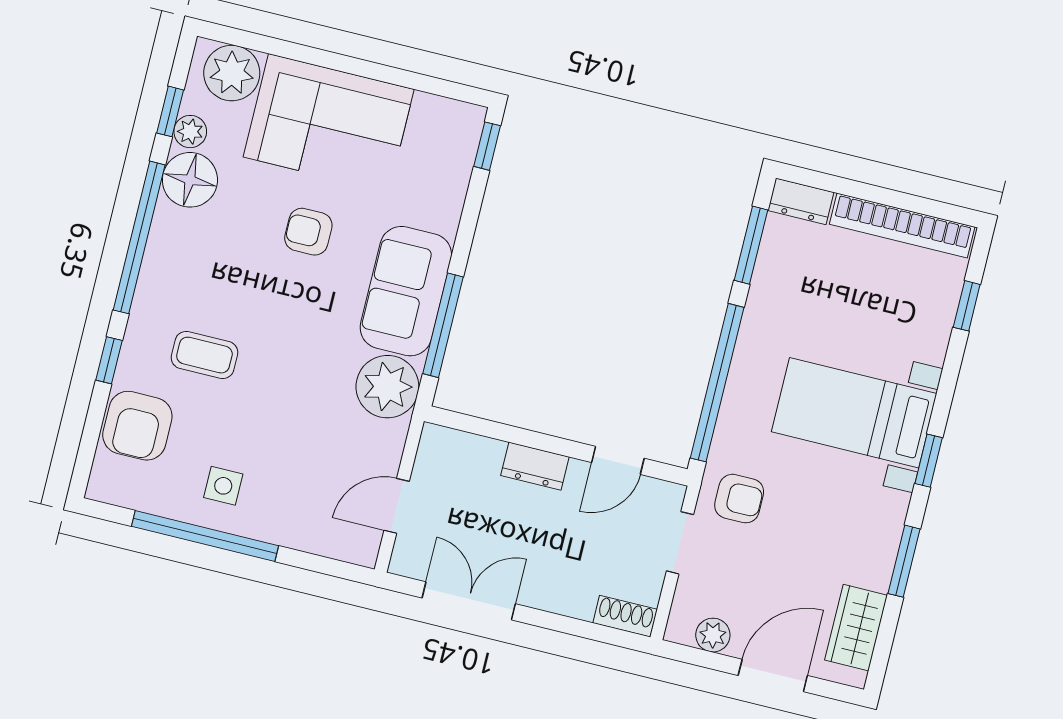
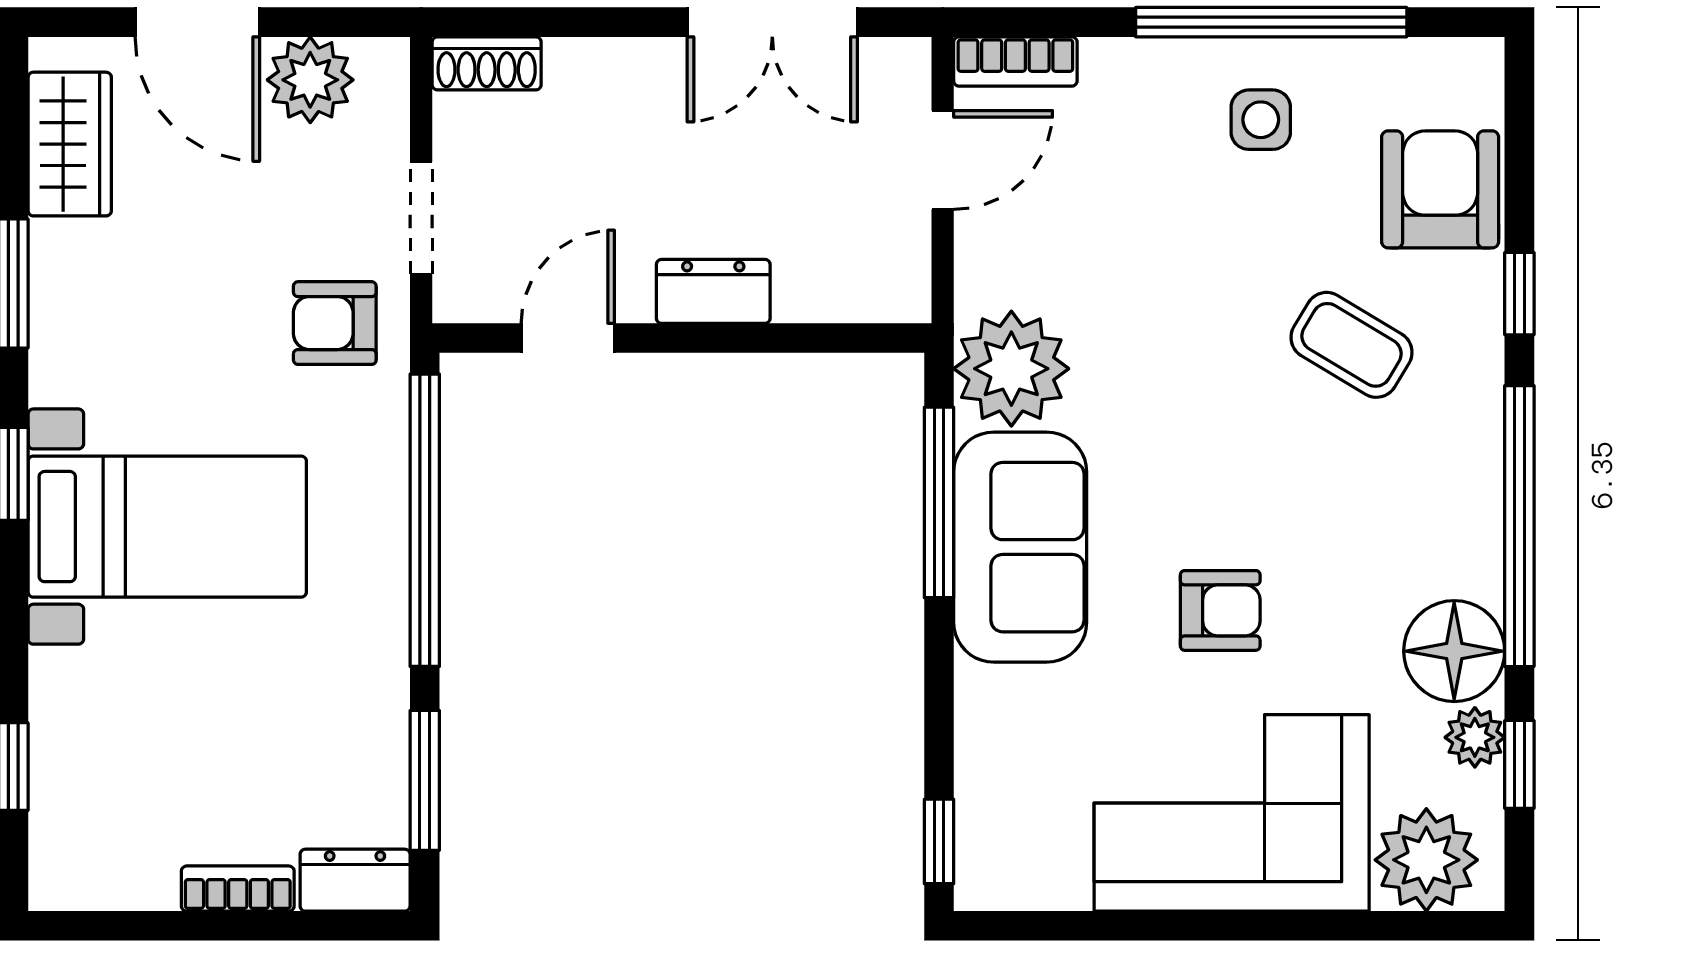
bookcase: (902, 226) -> (238, 889), width x0.43, depth x0.76
coffee table: (204, 355) -> (1351, 345), turned 31
bookcase: (345, 548) -> (1015, 62), added
plant: (713, 635) -> (310, 80), width x1.38, depth x1.38
door: (773, 676) -> (197, 22), hinge flipped

